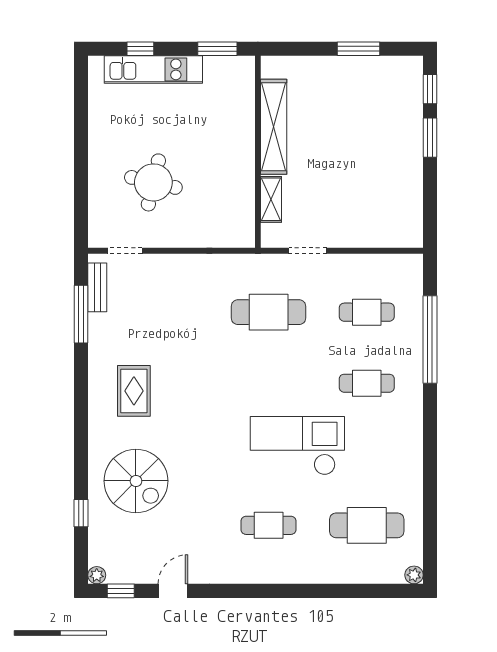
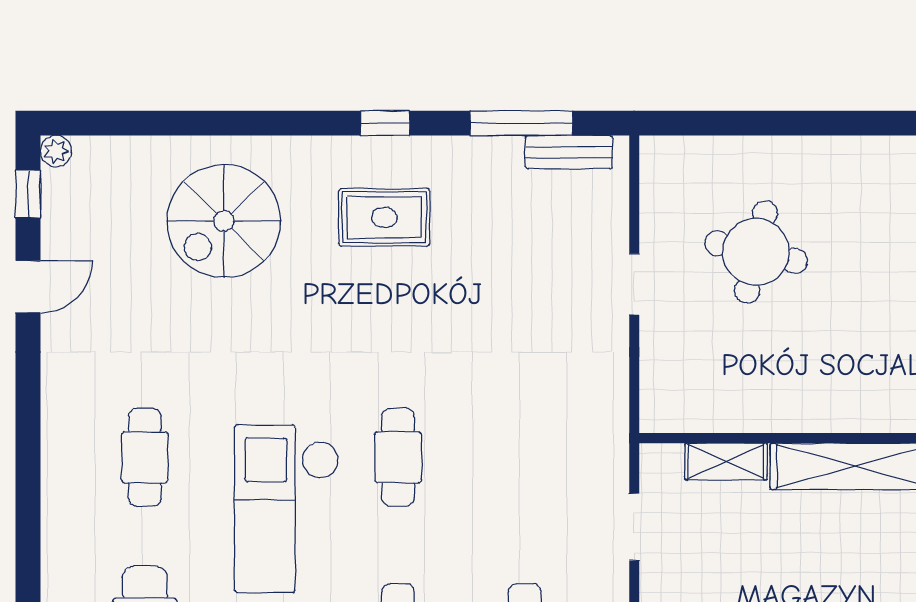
doorway: (125, 251) -> (634, 284), moved
cafe table: (269, 312) -> (398, 457), moved, width x0.73, depth x0.74
checkout: (297, 446) -> (287, 509), turned 180
window: (81, 513) -> (385, 123), moved
door: (173, 591) -> (28, 287), hinge flipped

